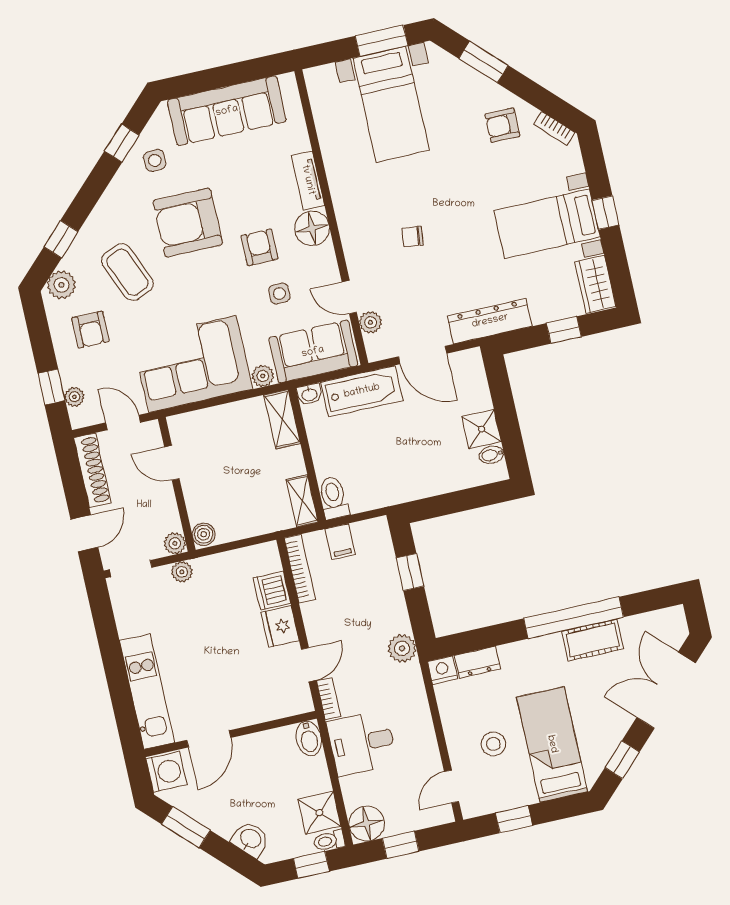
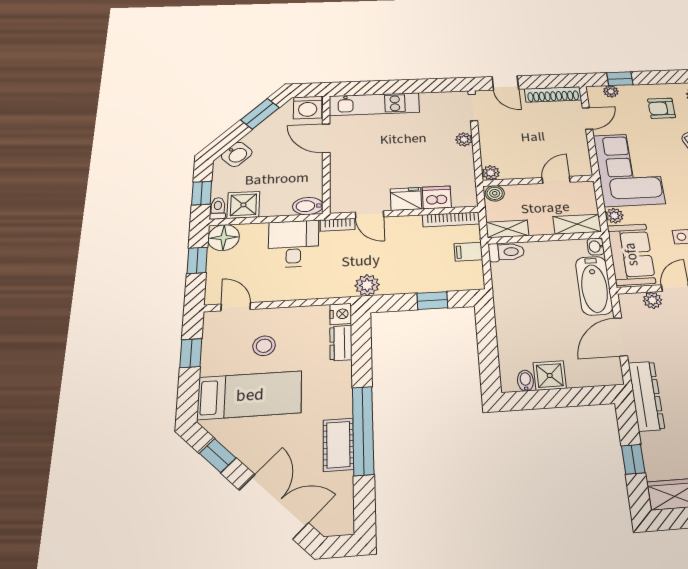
door: (172, 463) -> (556, 180), moved
wall: (177, 484) -> (538, 181), moved
boiler: (204, 534) -> (495, 193), moved
plant: (175, 543) -> (491, 173), moved

